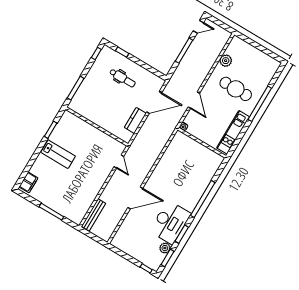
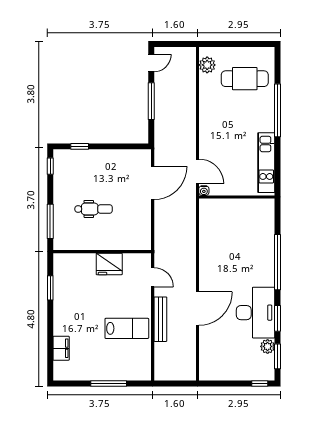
plant: (226, 61) -> (207, 65), moved
dental chair: (122, 78) -> (93, 209), moved
cafe table: (236, 89) -> (245, 79), moved
door: (194, 100) -> (198, 171), moved
kitchen counter: (135, 120) -> (143, 217), removed
fridge: (97, 137) -> (109, 264), added
lab bench: (58, 154) -> (127, 328), moved
filing cabinet: (28, 182) -> (61, 348), moved
bench: (93, 215) -> (160, 319), moved

